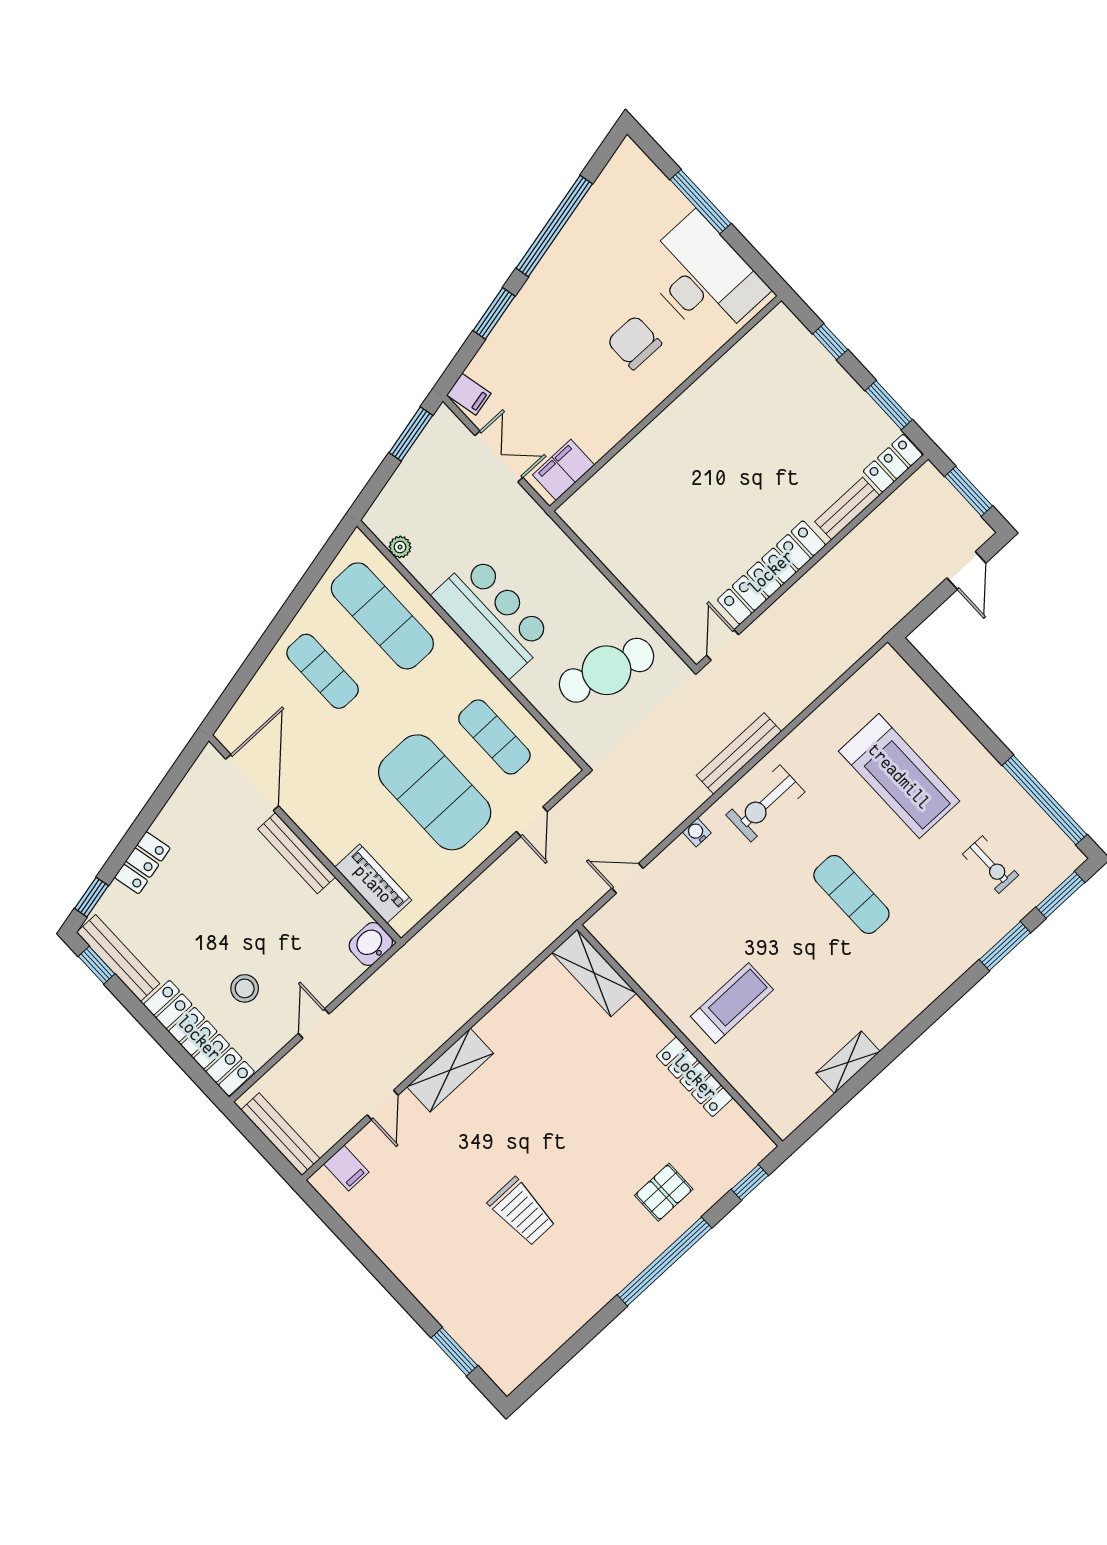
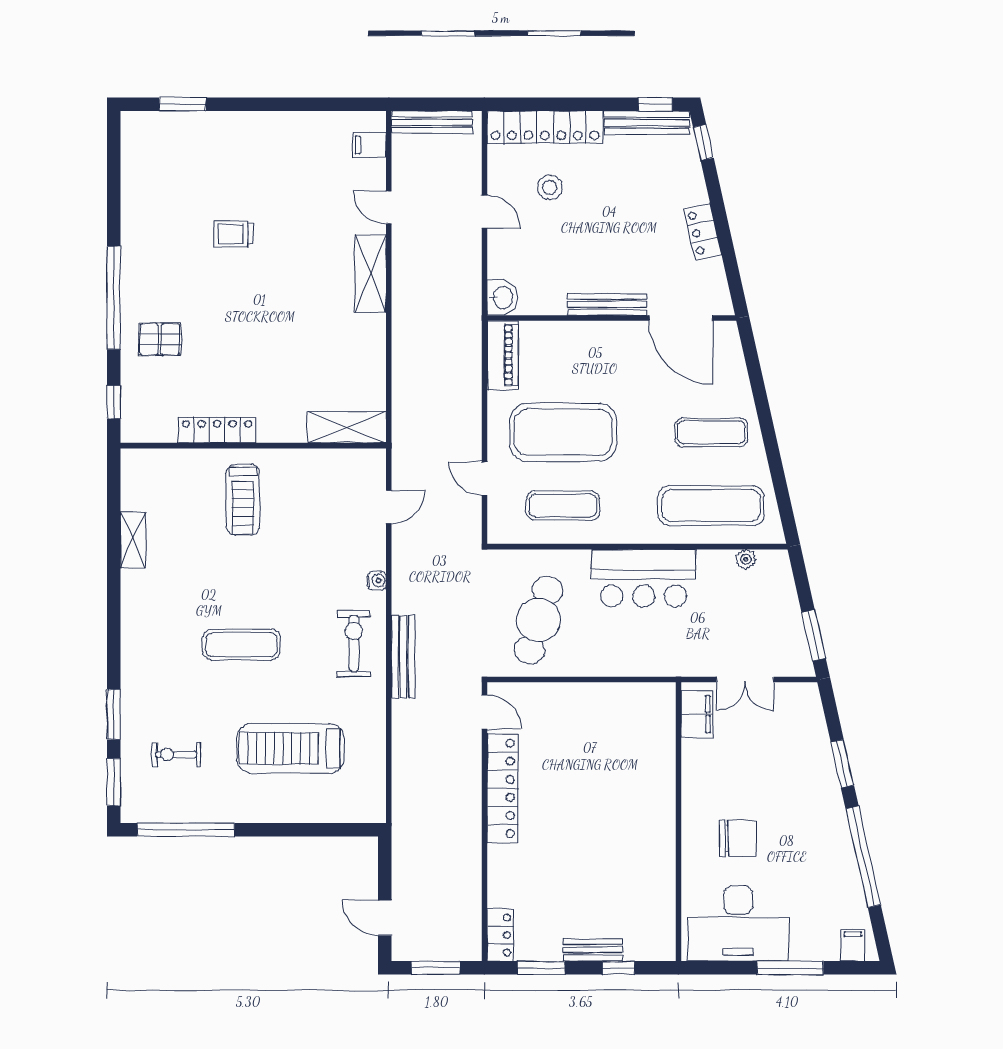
filing cabinet: (469, 394) -> (853, 945), moved, turned 103
bench: (847, 509) -> (593, 950), moved, turned 90
locker: (142, 863) -> (703, 232), moved
piano: (373, 884) -> (503, 355), moved, turned -90
pallet: (664, 1192) -> (160, 339), turned 90
trolley: (522, 1212) -> (234, 234), width x0.73, depth x0.72

